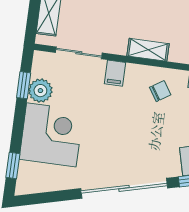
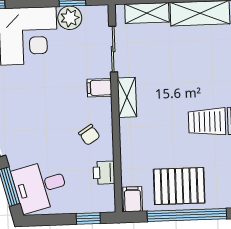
shelving: (148, 50) -> (127, 97), moved

